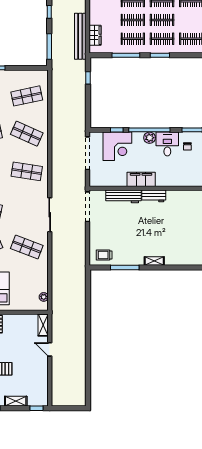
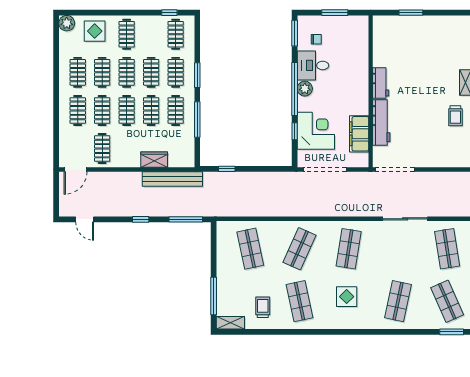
wardrobe: (95, 35) -> (154, 160), moved
filing cabinet: (141, 179) -> (359, 134), moved
shop shelf: (27, 247) -> (447, 249), turned -30
trolley: (104, 255) -> (455, 116), moved

